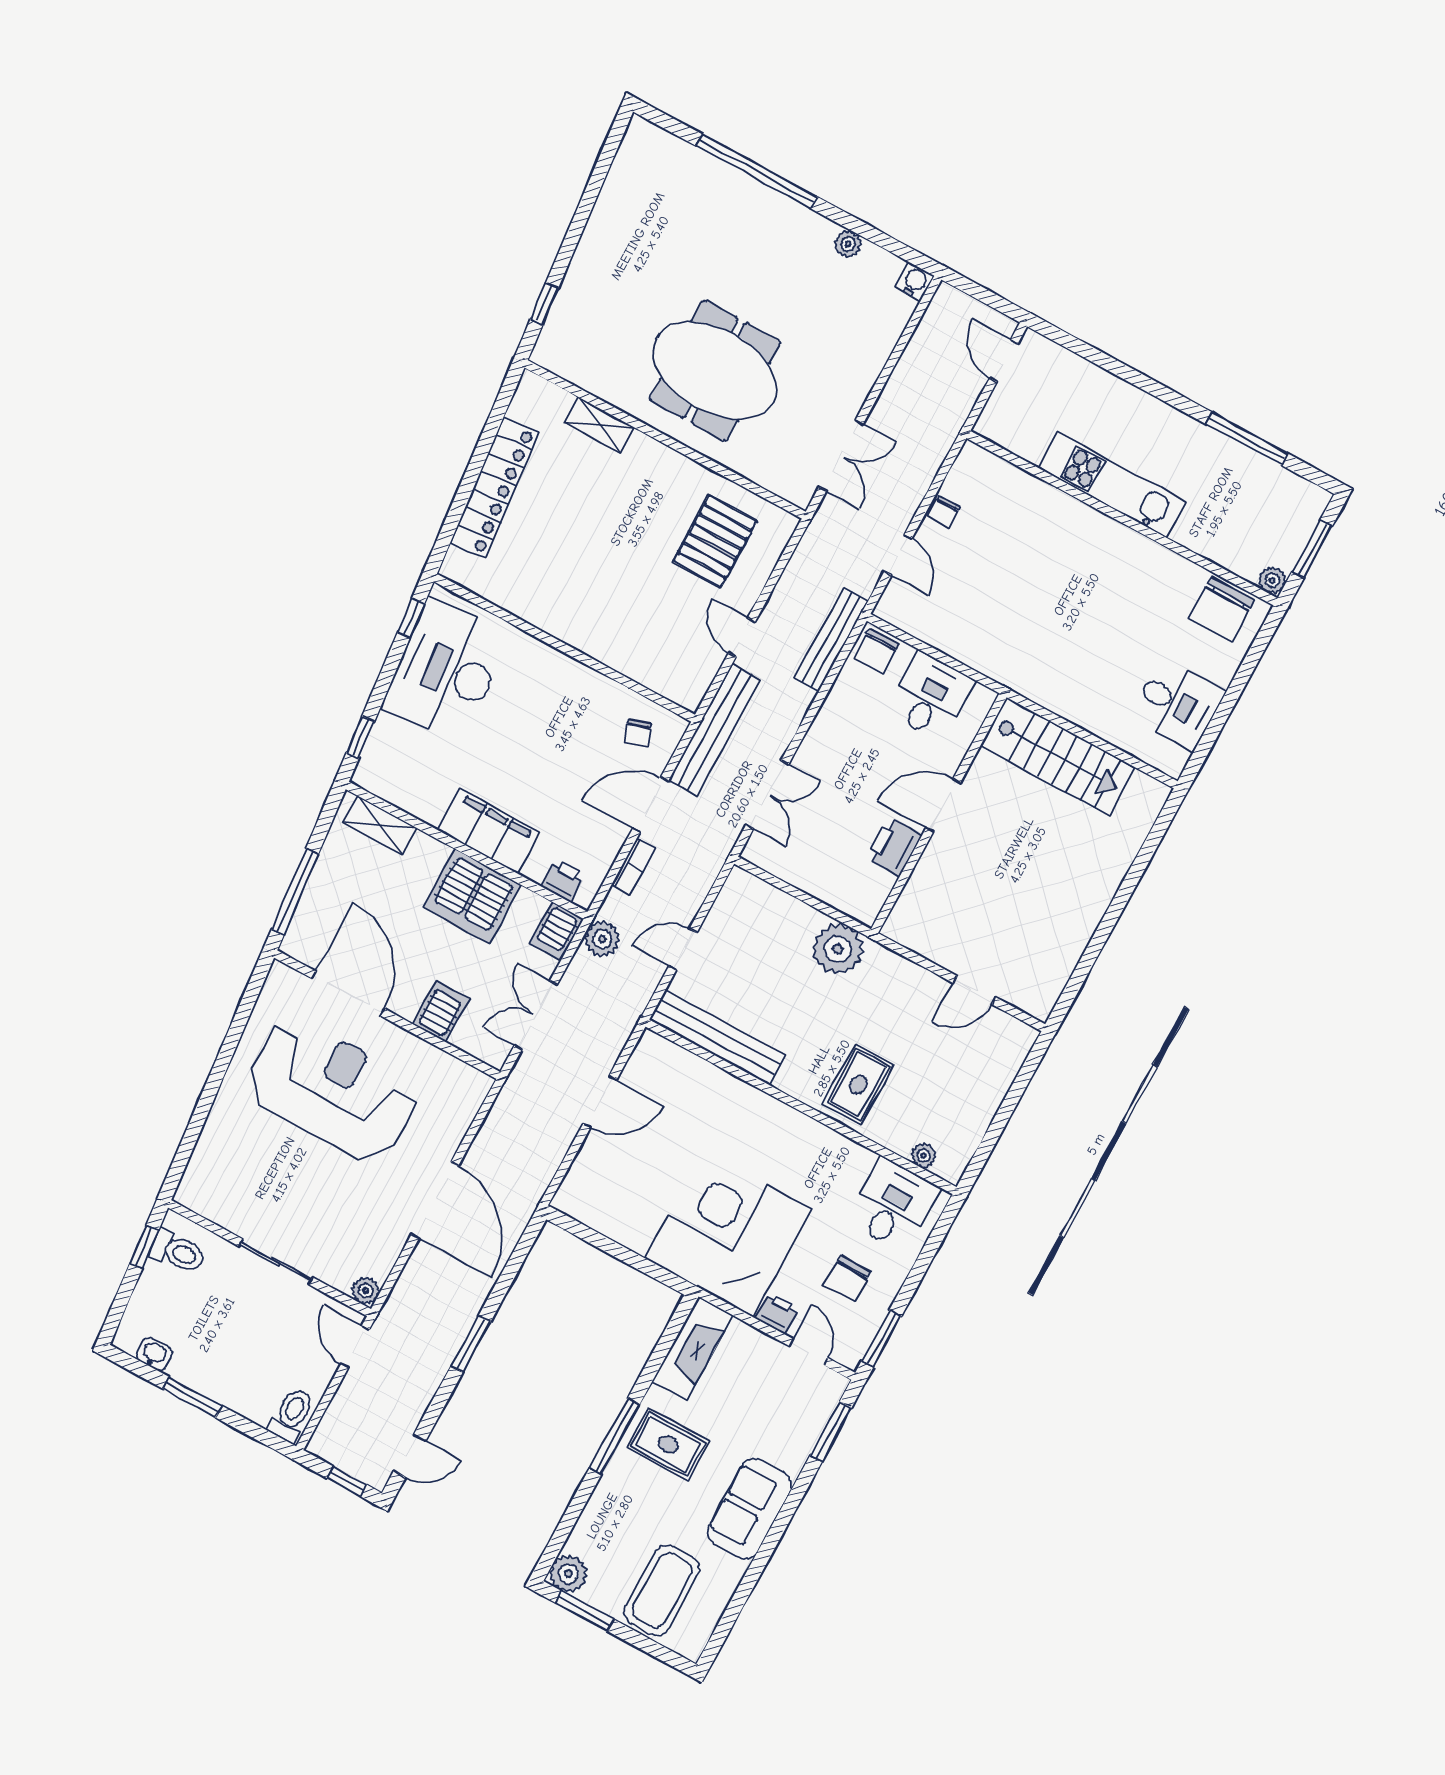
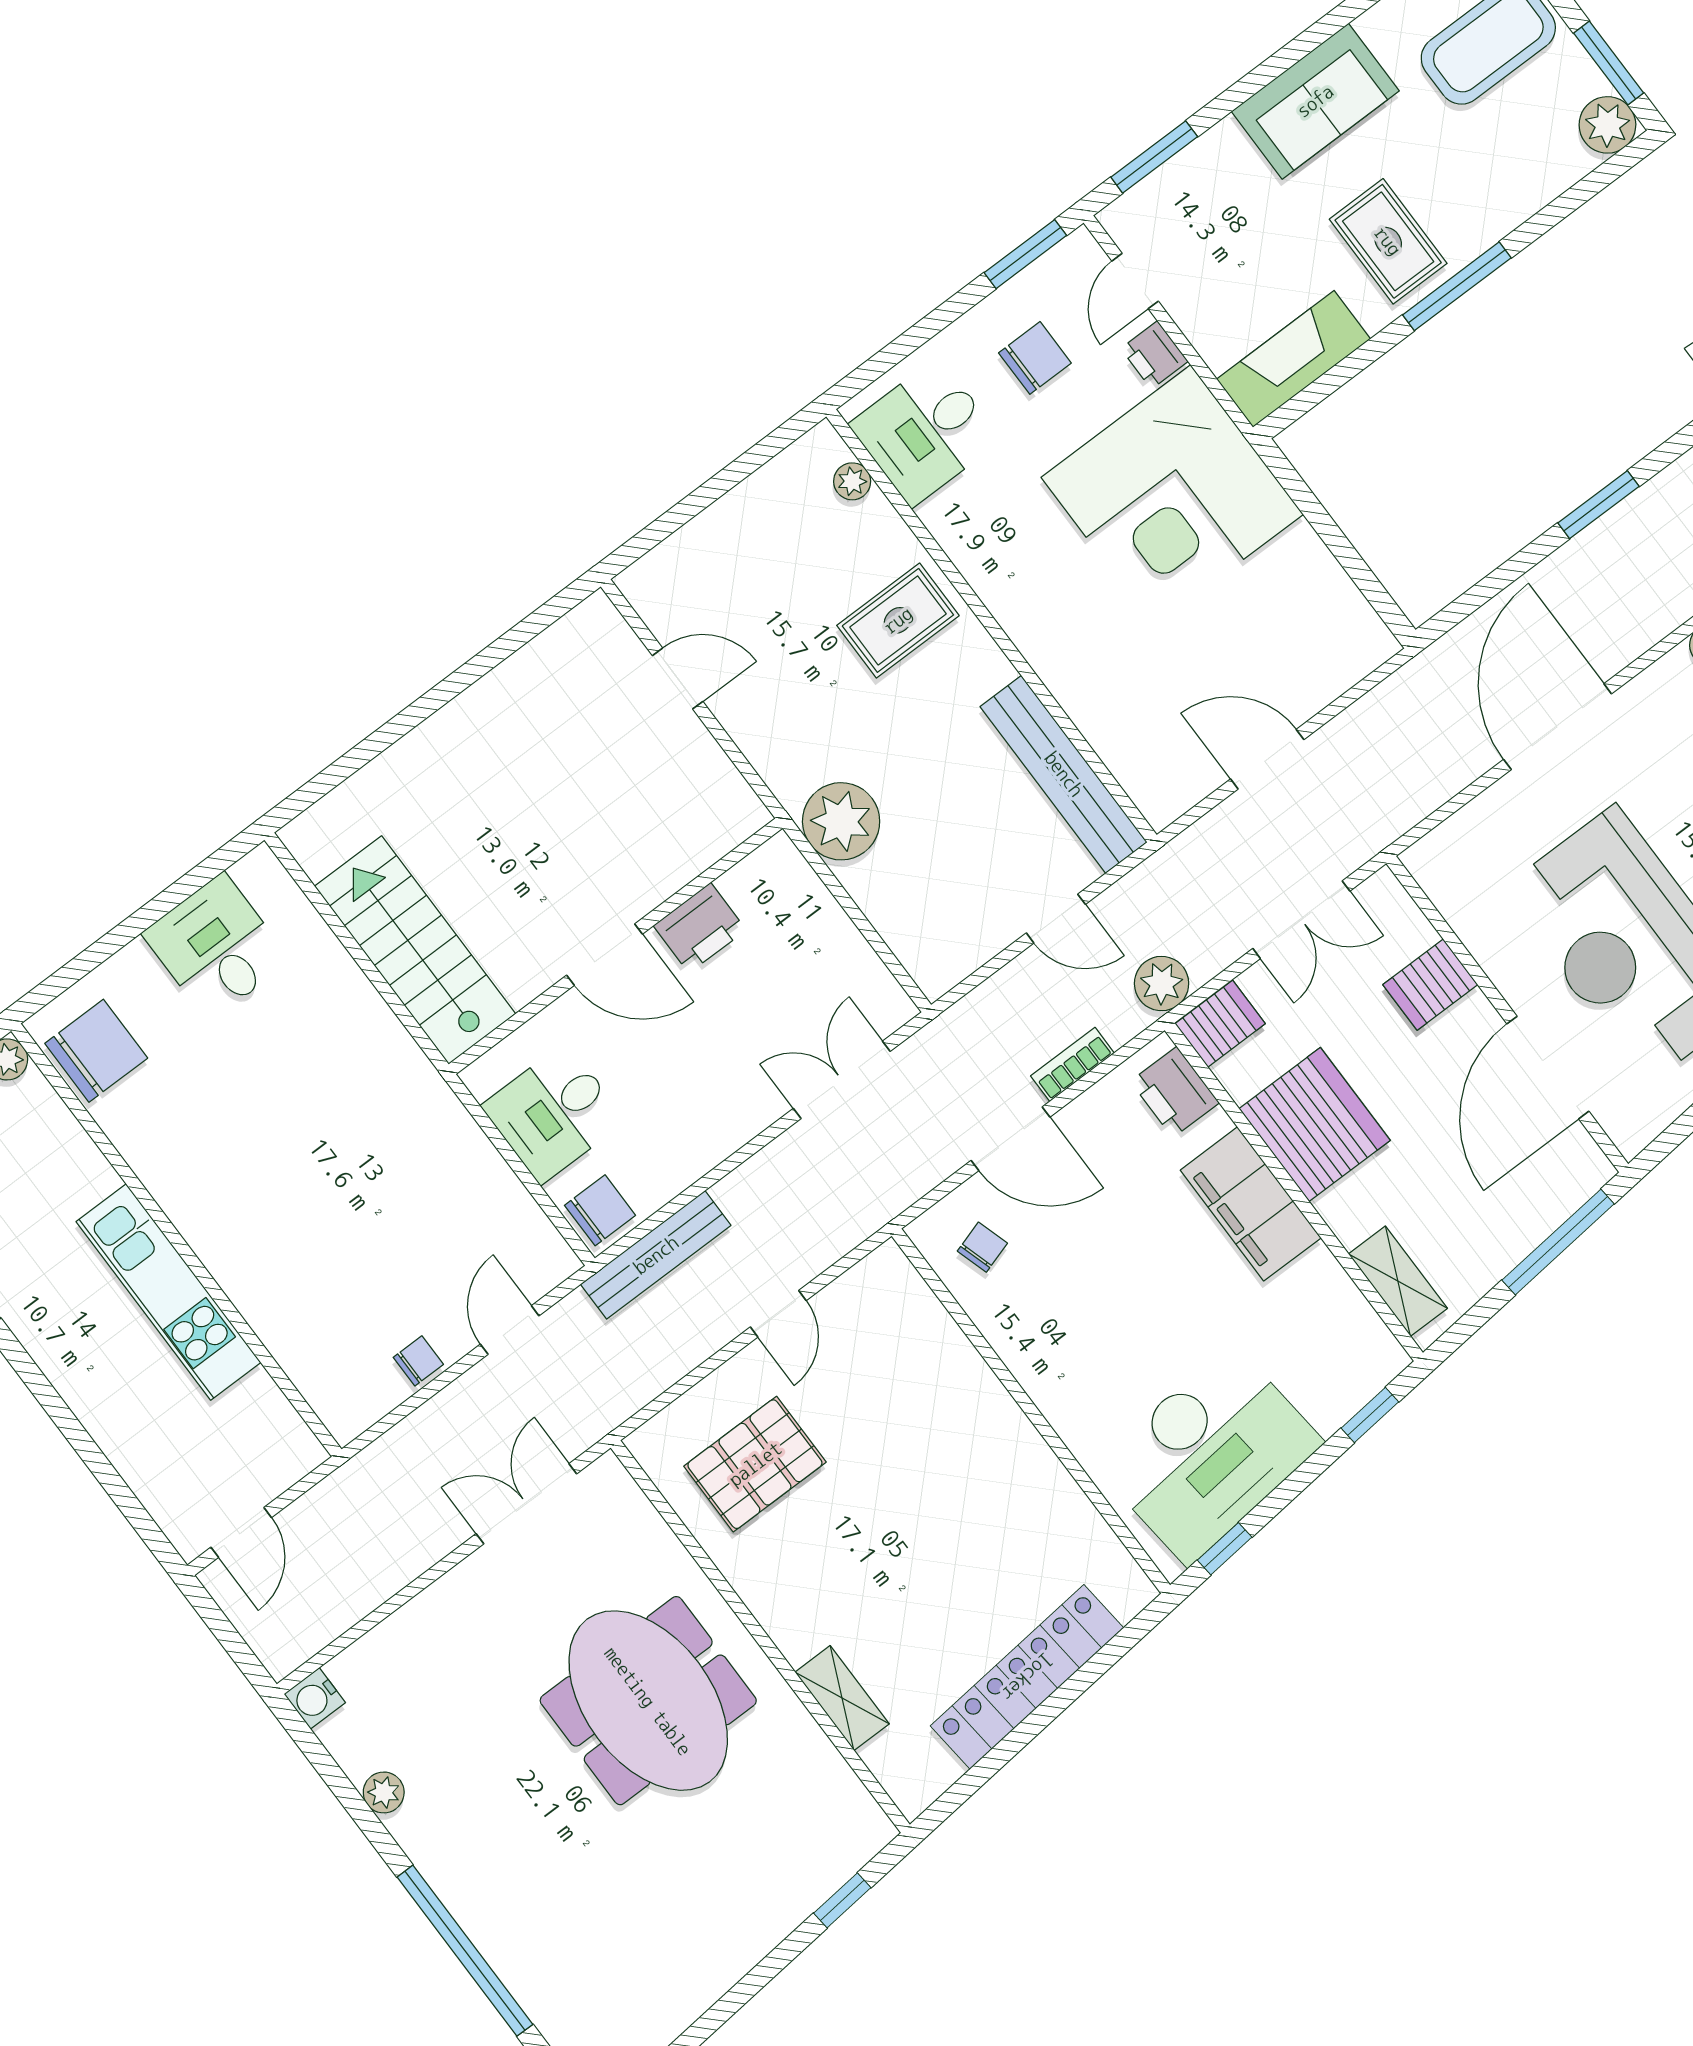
bench: (715, 730) -> (874, 1203), removed
printer: (563, 881) -> (1175, 1092), width x1.36, depth x1.24

